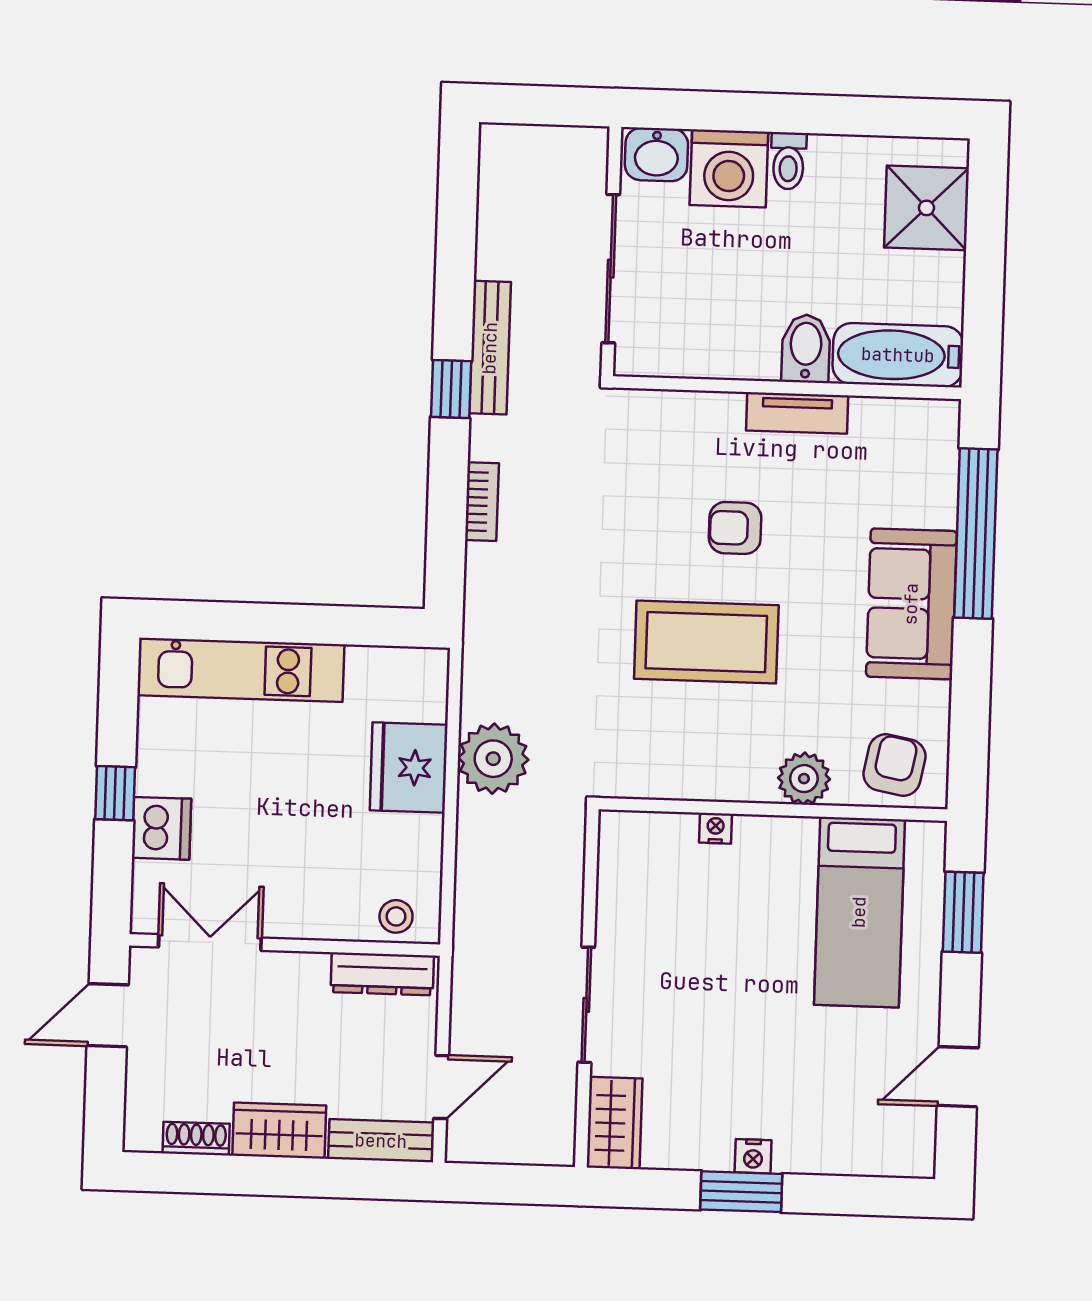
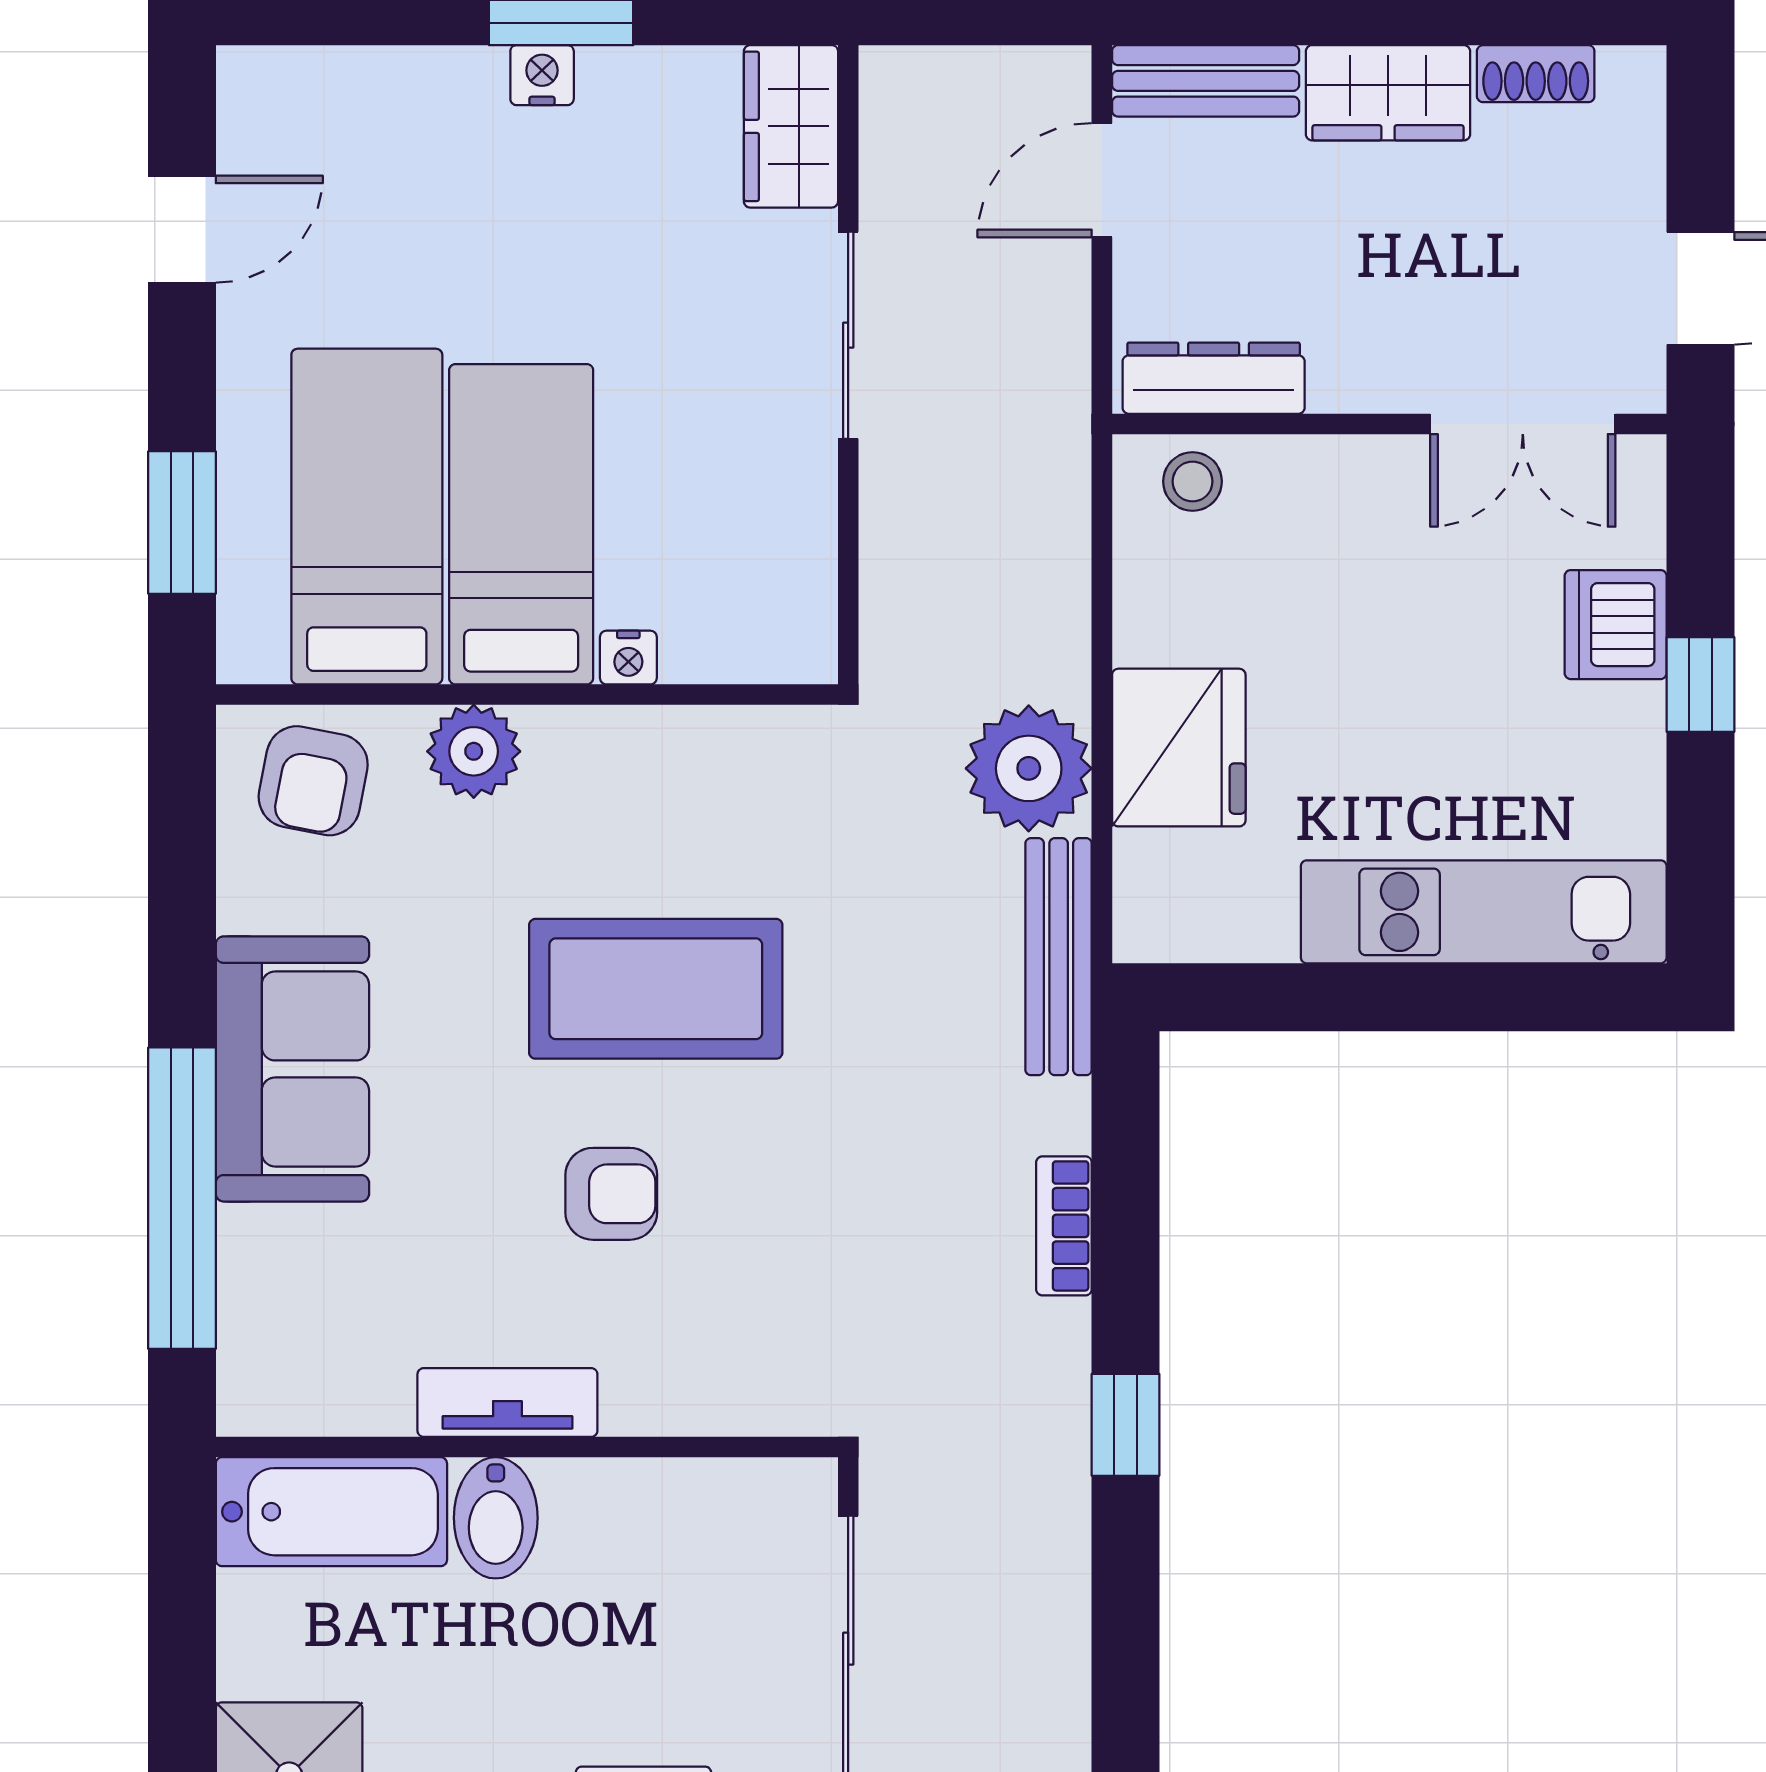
bench: (490, 348) -> (1059, 957), moved
bed: (773, 905) -> (521, 524), added

